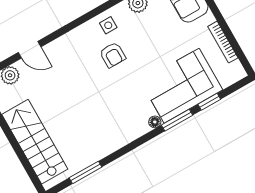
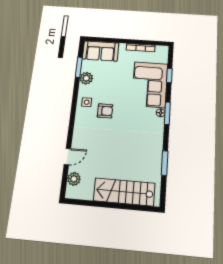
window: (177, 120) -> (167, 113), moved
window: (85, 172) -> (165, 163), moved

